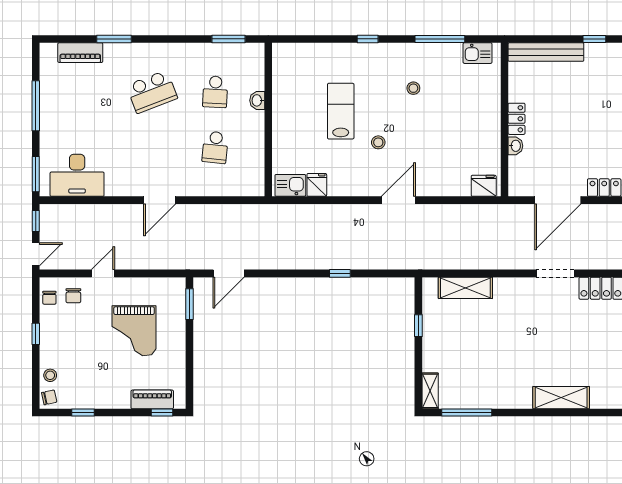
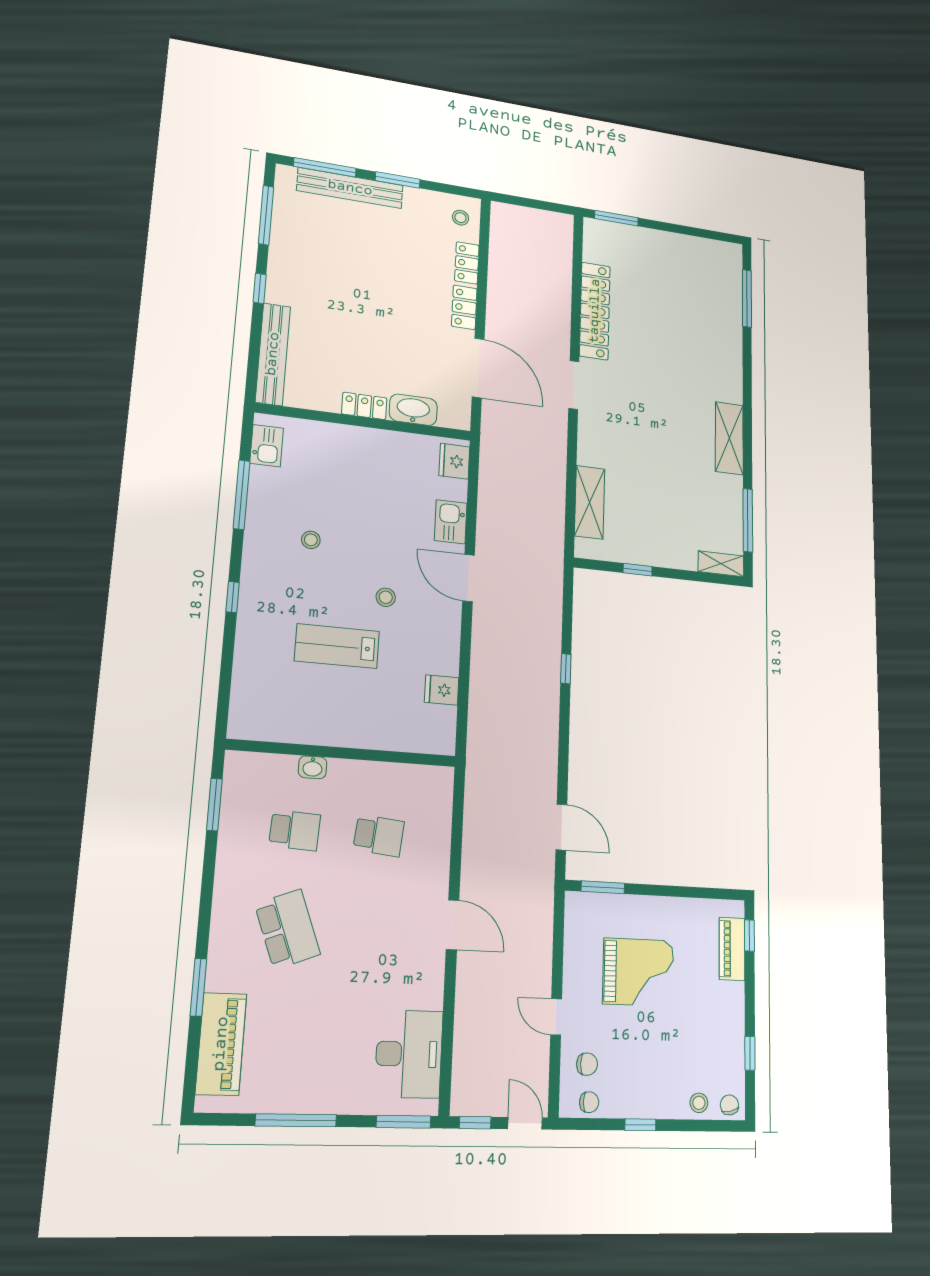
piano: (80, 53) -> (221, 1044), width x1.37, depth x1.33
washbasin: (515, 146) -> (413, 410), width x1.91, depth x1.45
kitchen sink: (290, 185) -> (451, 522), moved
shelving: (561, 398) -> (729, 438), moved

